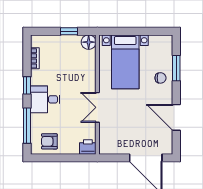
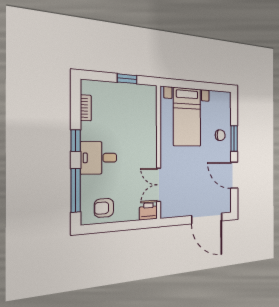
floor lamp: (89, 42) -> (149, 93), removed
window: (176, 68) -> (234, 139), moved
double door: (97, 107) -> (159, 185), moved

